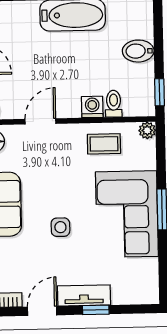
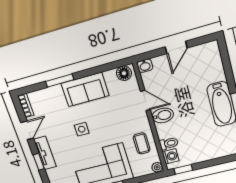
bidet: (138, 51) -> (163, 115), moved, turned 90
washing machine: (92, 107) -> (171, 156), moved
door: (42, 311) -> (27, 130), hinge flipped

